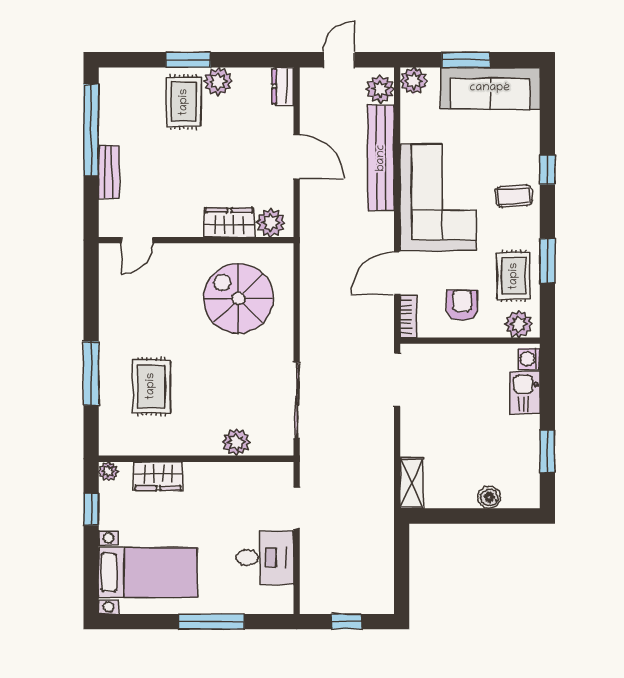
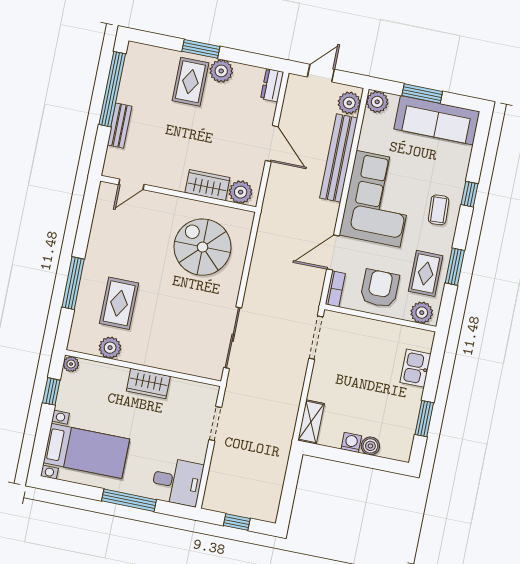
coffee table: (514, 196) -> (439, 210), turned 90
armchair: (462, 305) -> (380, 288), width x1.38, depth x1.38
washing machine: (529, 359) -> (351, 442), moved, turned 90
plant: (236, 442) -> (110, 348), moved
wardrobe: (158, 476) -> (148, 384), moved
desk: (265, 557) -> (177, 482), moved

